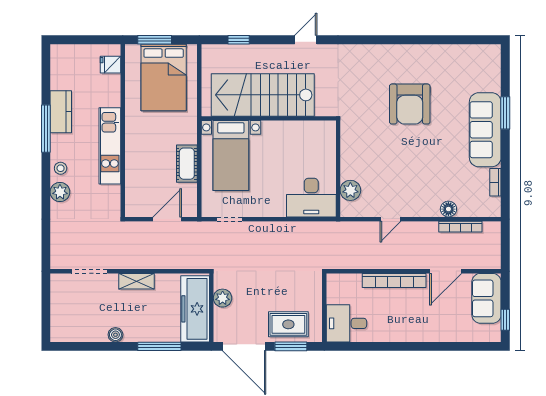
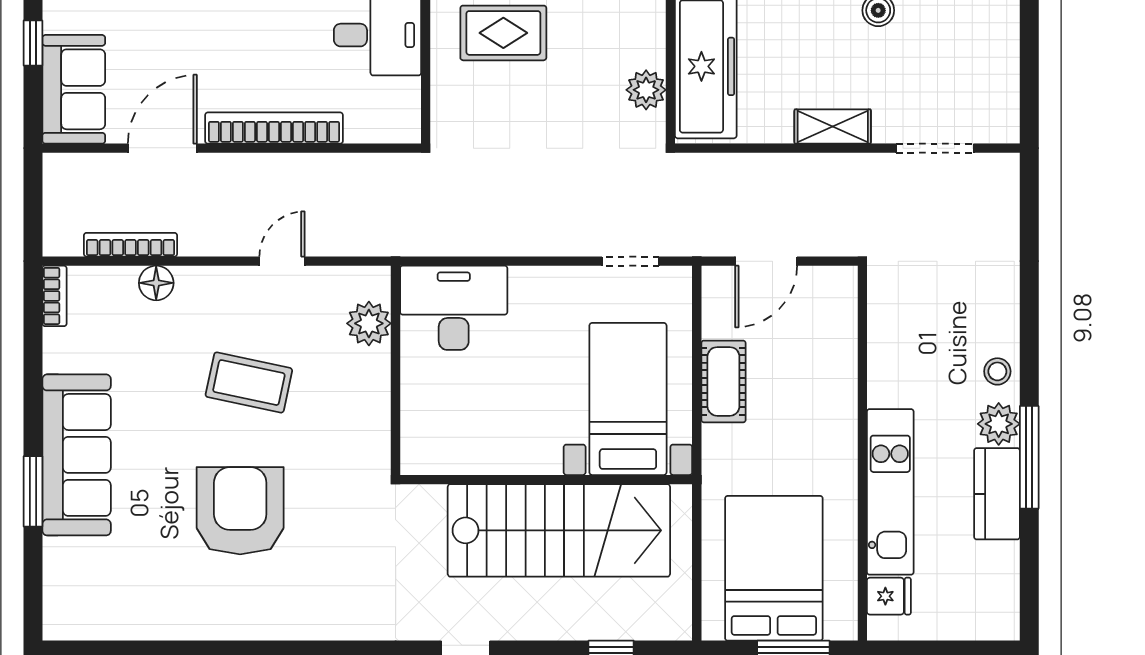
kitchen unit: (110, 146) -> (890, 492), moved
coffee table: (406, 163) -> (249, 383), added
bookcase: (495, 182) -> (54, 296), moved
plant: (60, 192) -> (999, 424), moved

